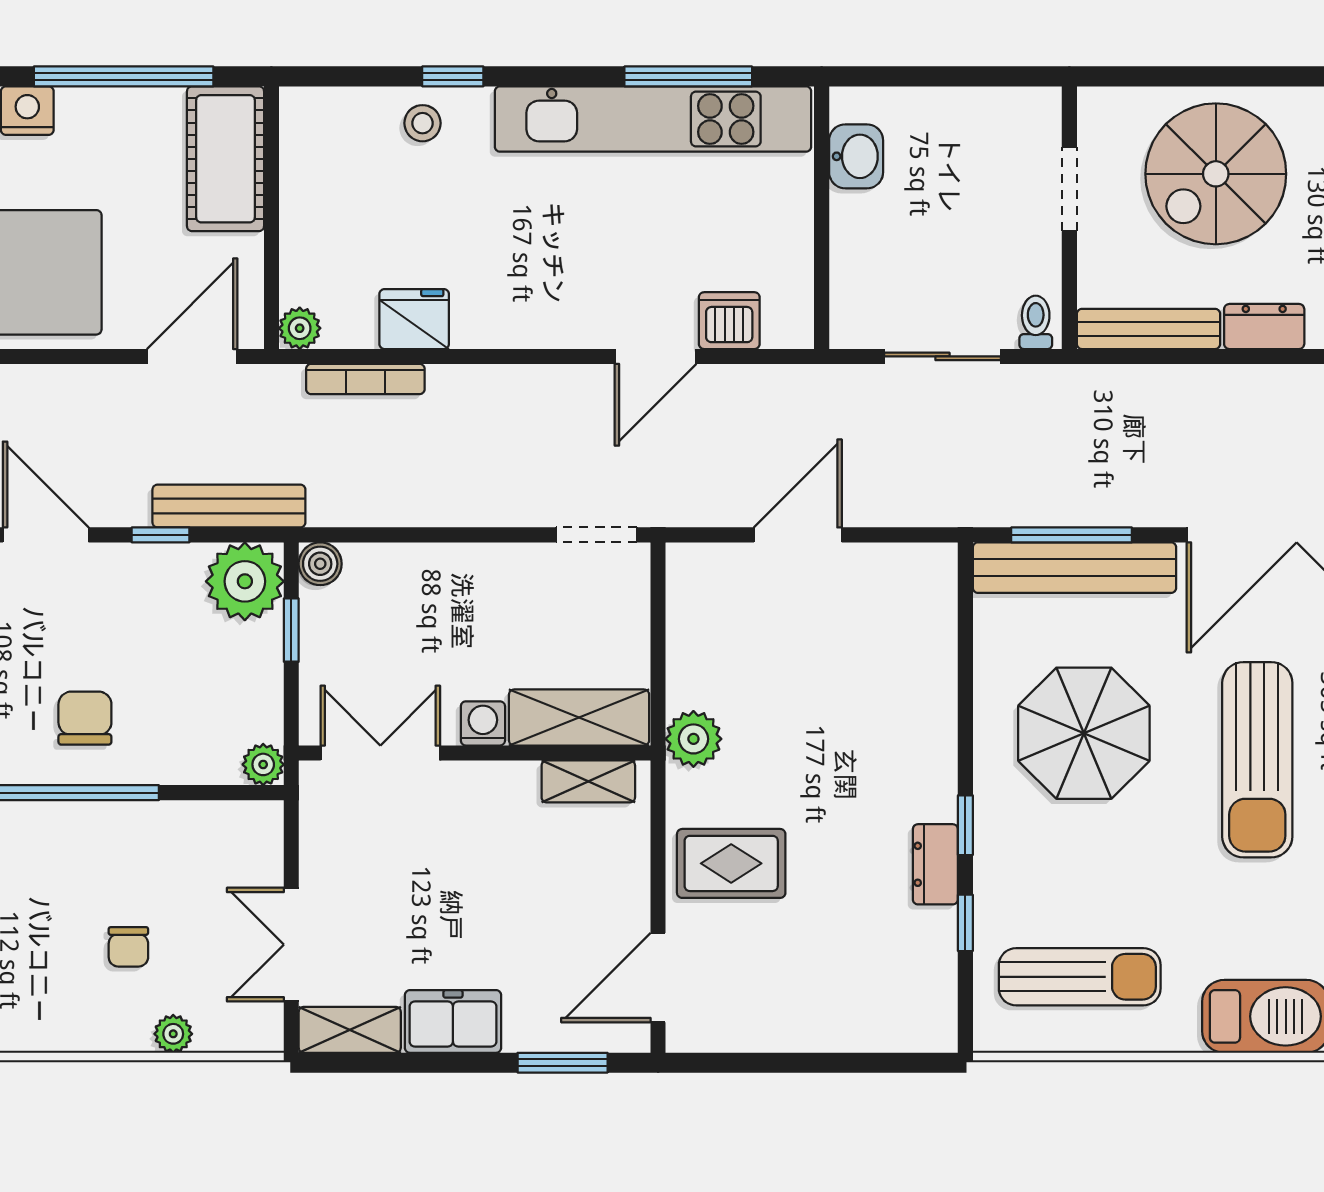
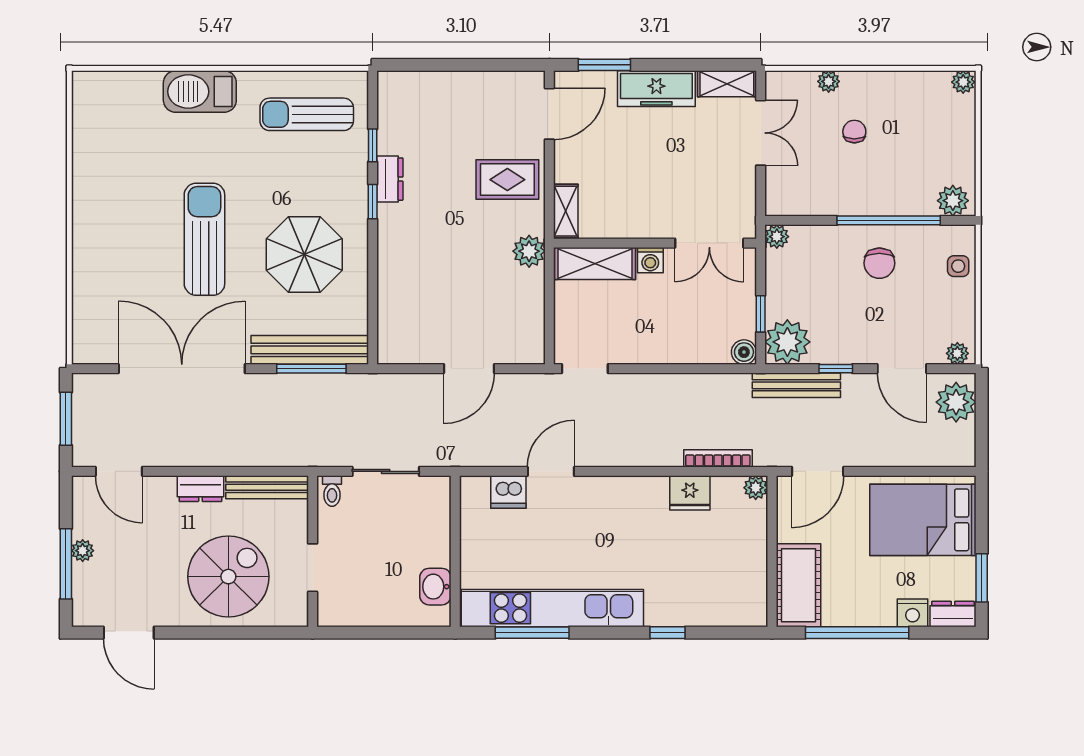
stool: (423, 123) -> (685, 606), removed
shelving: (588, 781) -> (566, 211), moved, turned 90
freezer: (453, 1021) -> (656, 89), width x1.40

